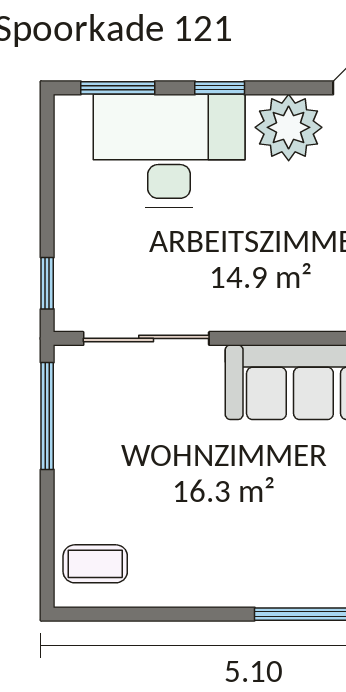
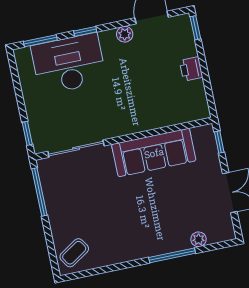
plant: (289, 127) -> (125, 34), width x0.53, depth x0.53
coffee table: (95, 564) -> (74, 253), turned -33

